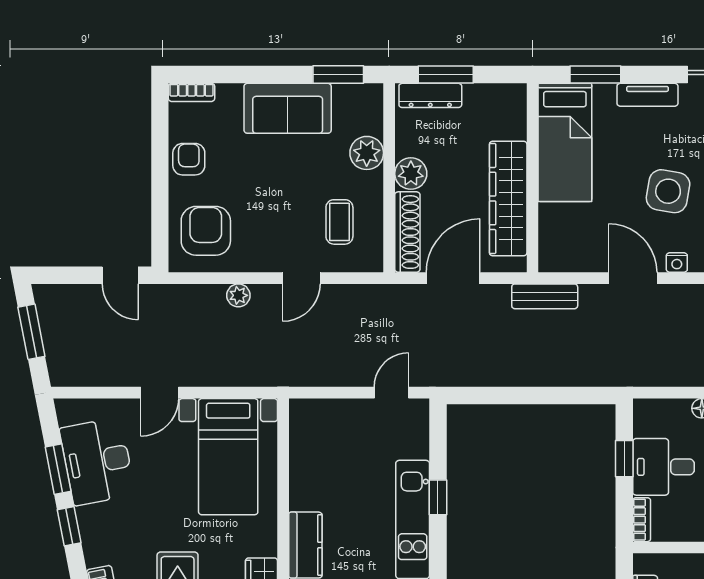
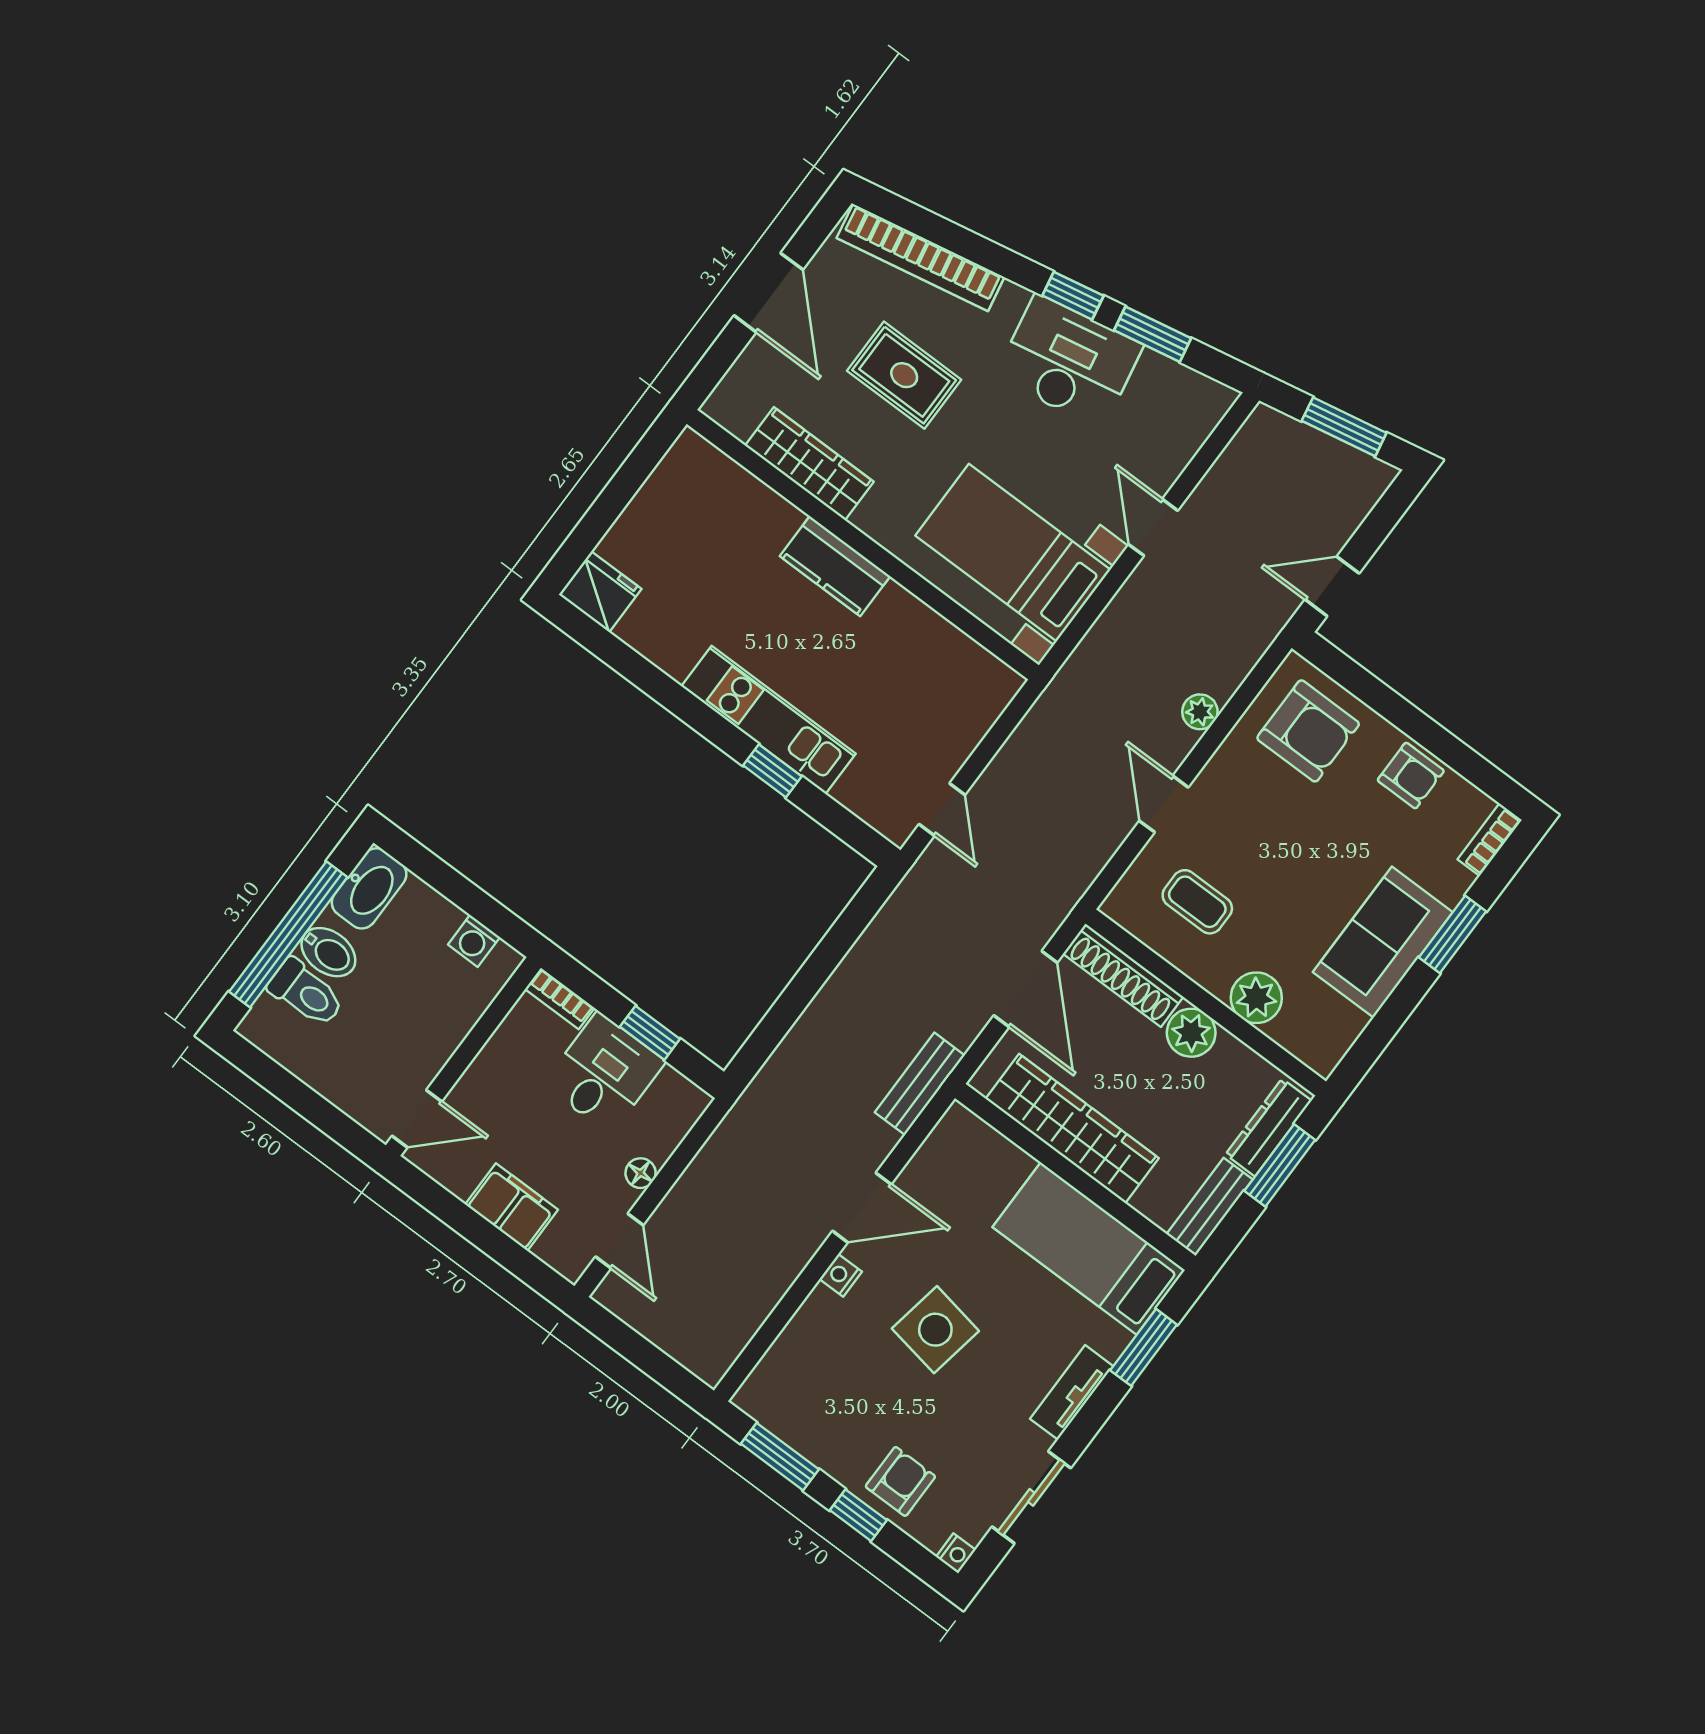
window: (338, 75) -> (1453, 934), moved
bench: (495, 95) -> (1210, 1207), added
desk: (97, 461) -> (1069, 361), moved

